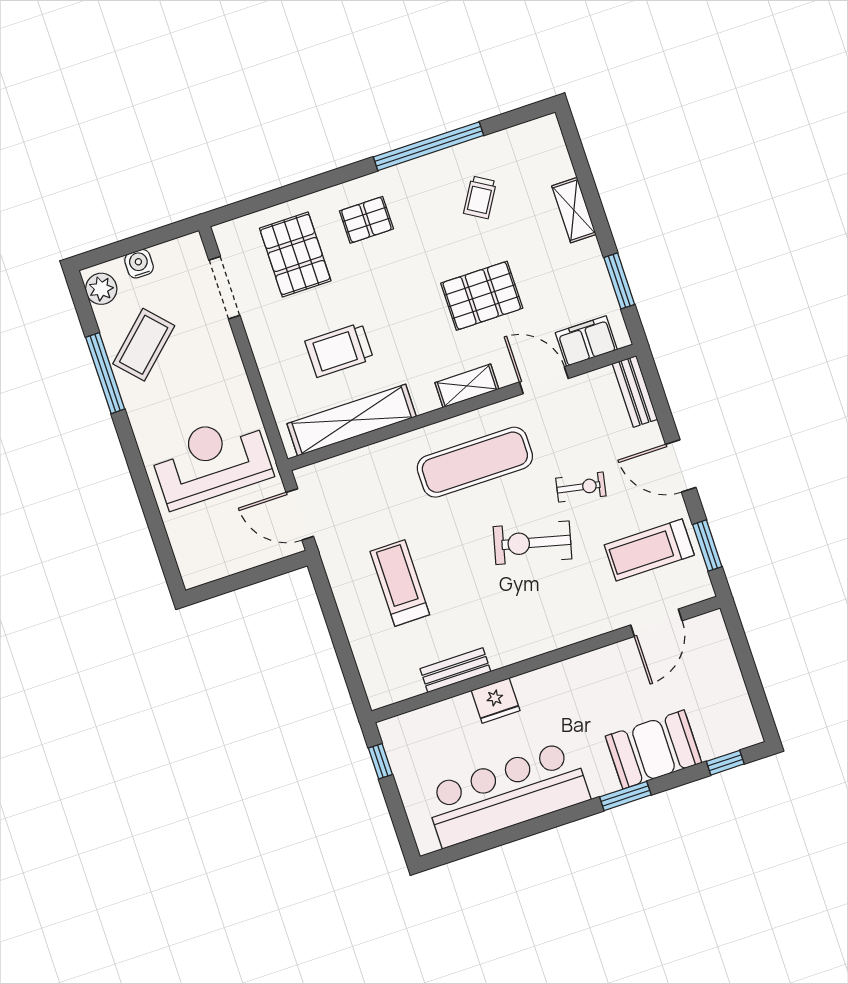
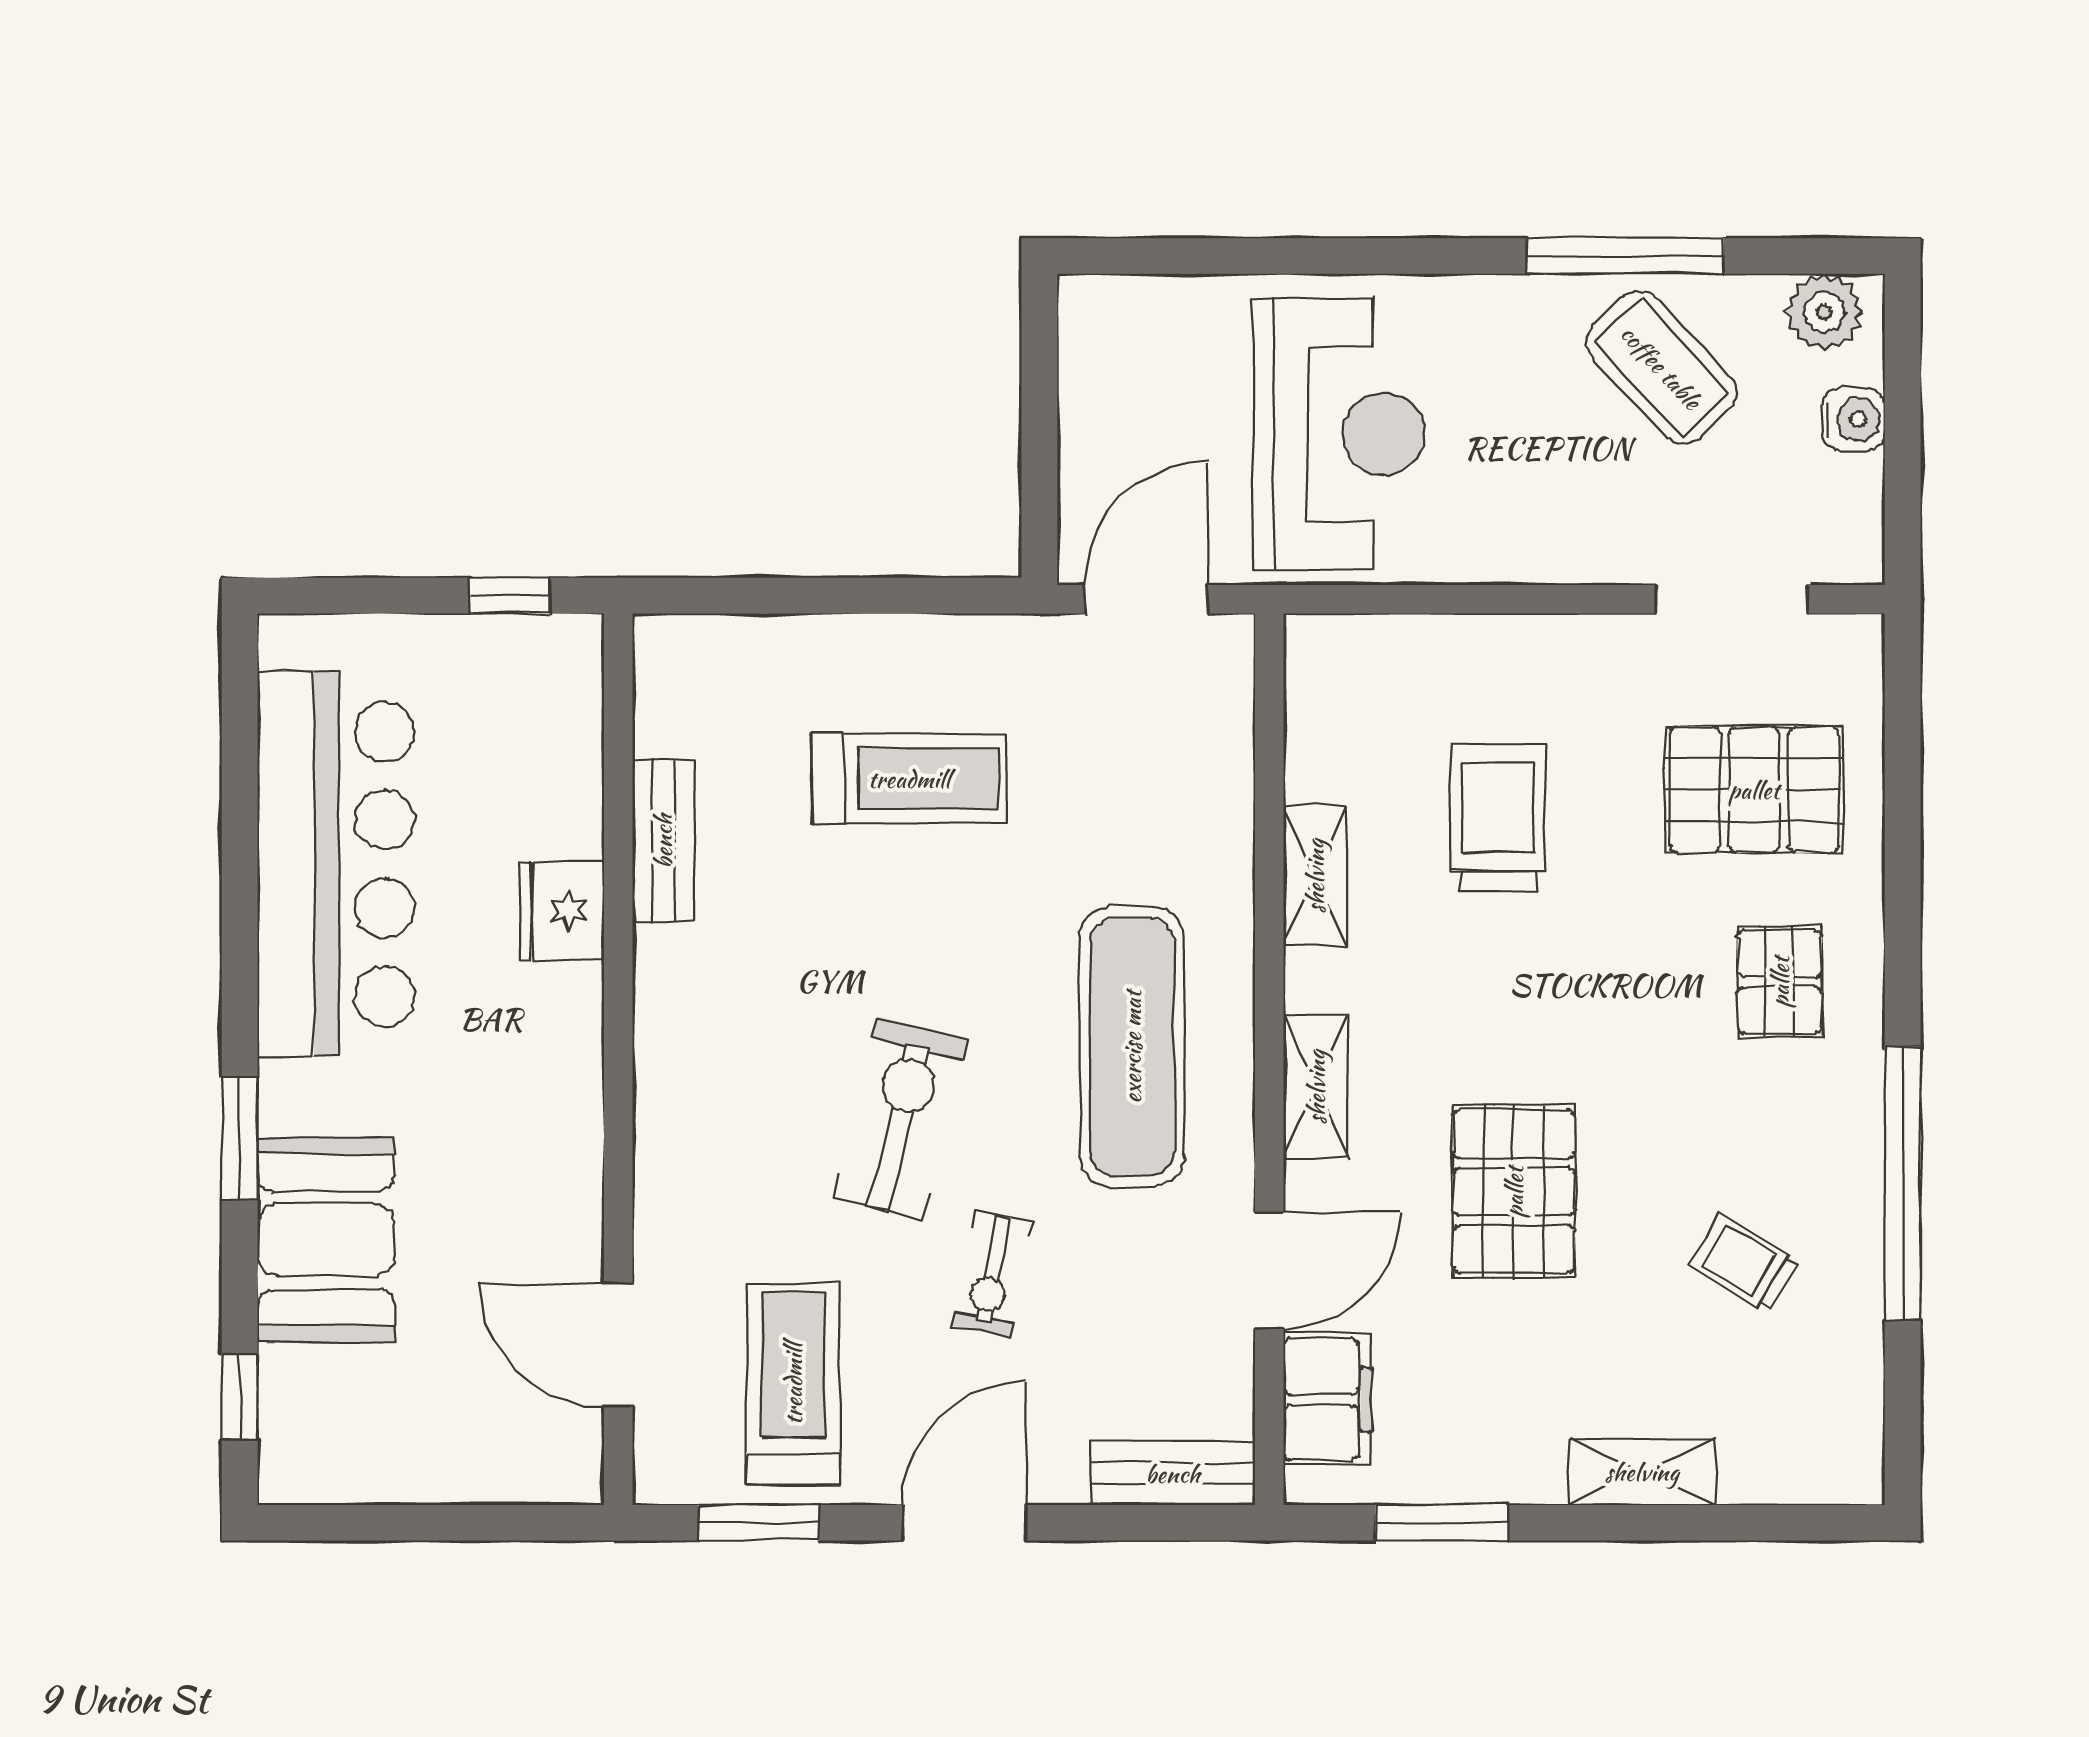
shelving: (352, 420) -> (1315, 876), width x0.45, depth x0.75

